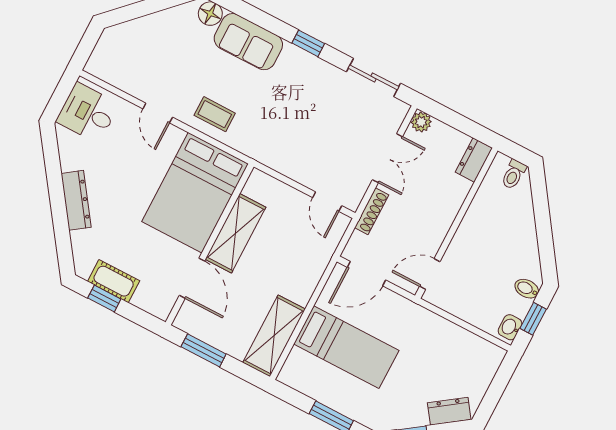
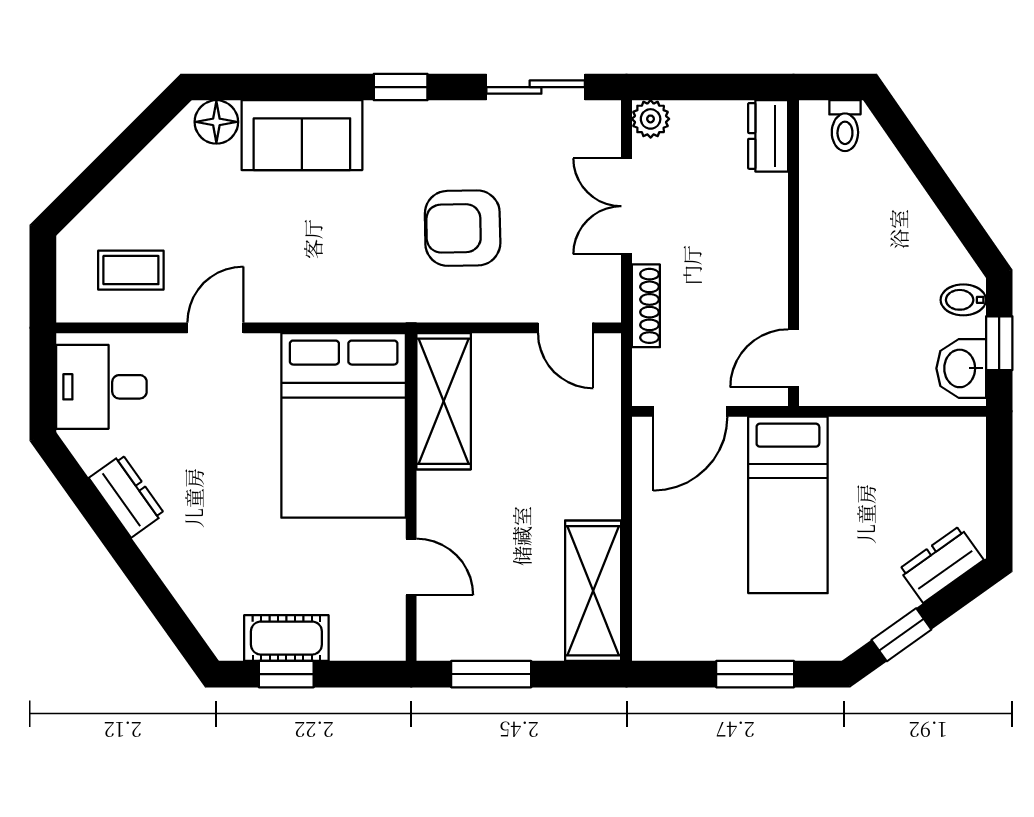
door: (158, 113) -> (215, 328), swing flipped
coffee table: (215, 114) -> (131, 270), moved
armchair: (303, 127) -> (463, 228), added
double door: (387, 158) -> (627, 206), swing flipped
dresser: (76, 200) -> (127, 496), moved, width x0.70
shelving: (235, 233) -> (444, 401), moved
door: (192, 278) -> (411, 567), width x0.73
washbasin: (510, 327) -> (961, 368), width x1.38, depth x1.45
bed: (346, 347) -> (788, 505), moved, turned 90

